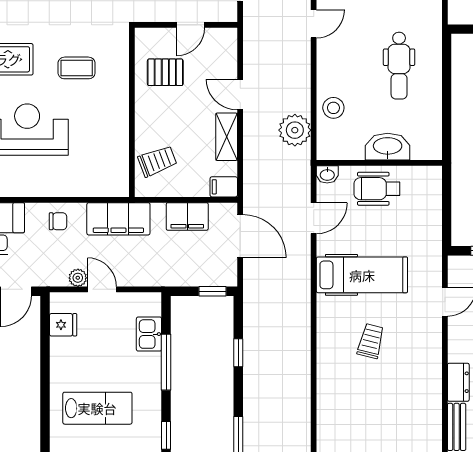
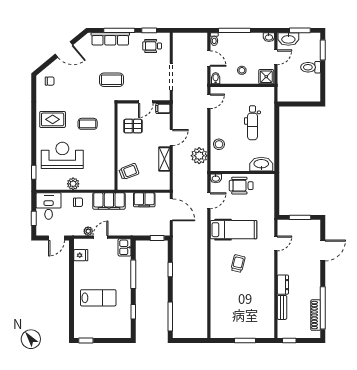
door: (240, 94) -> (171, 137), swing flipped
washbasin: (388, 147) -> (261, 164), moved
plant: (48, 185) -> (73, 184), added
filing cabinet: (224, 187) -> (163, 108), moved
door: (102, 289) -> (101, 237), hinge flipped
kitchen sink: (149, 334) -> (125, 247), moved

